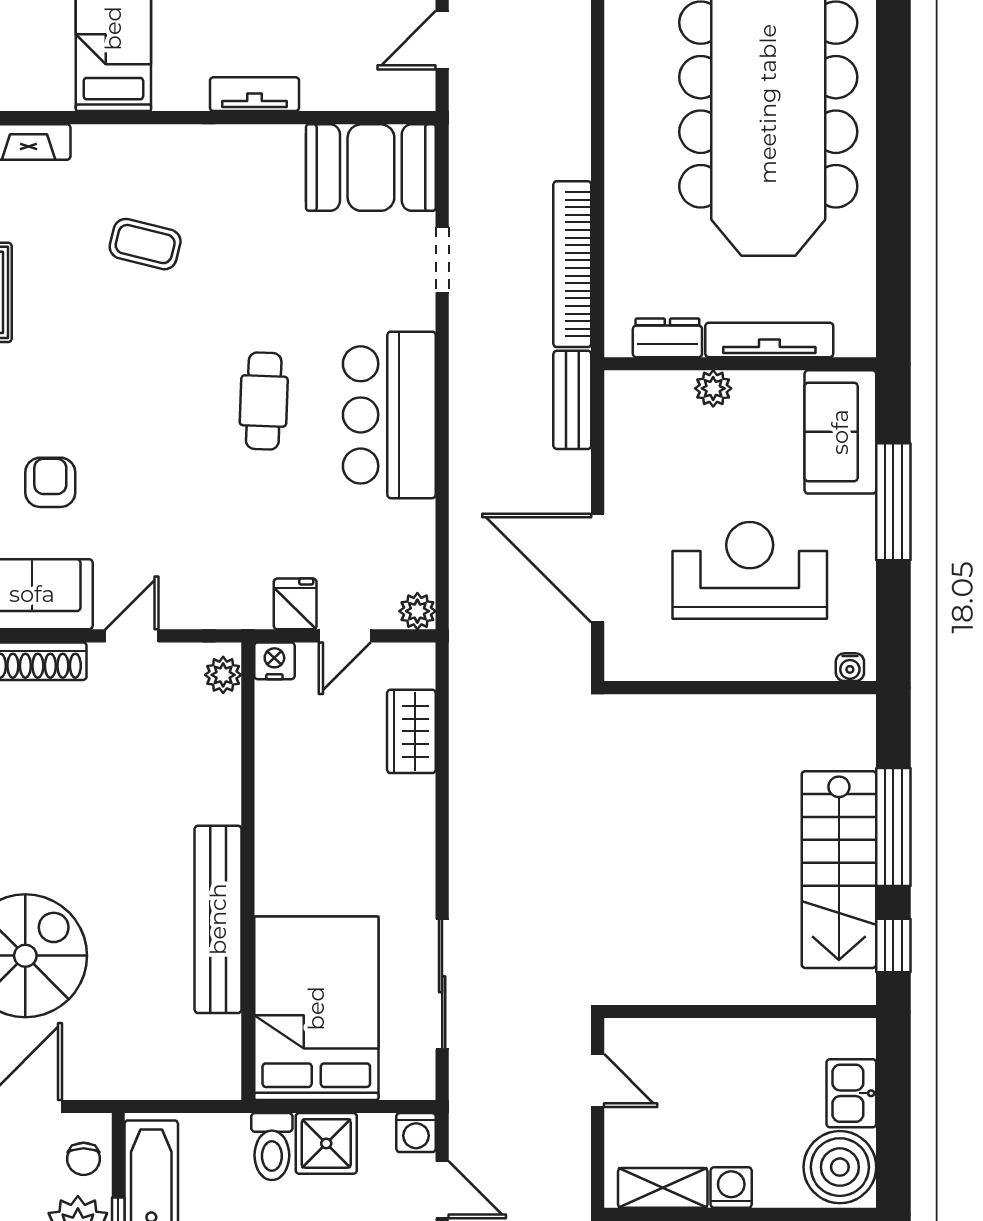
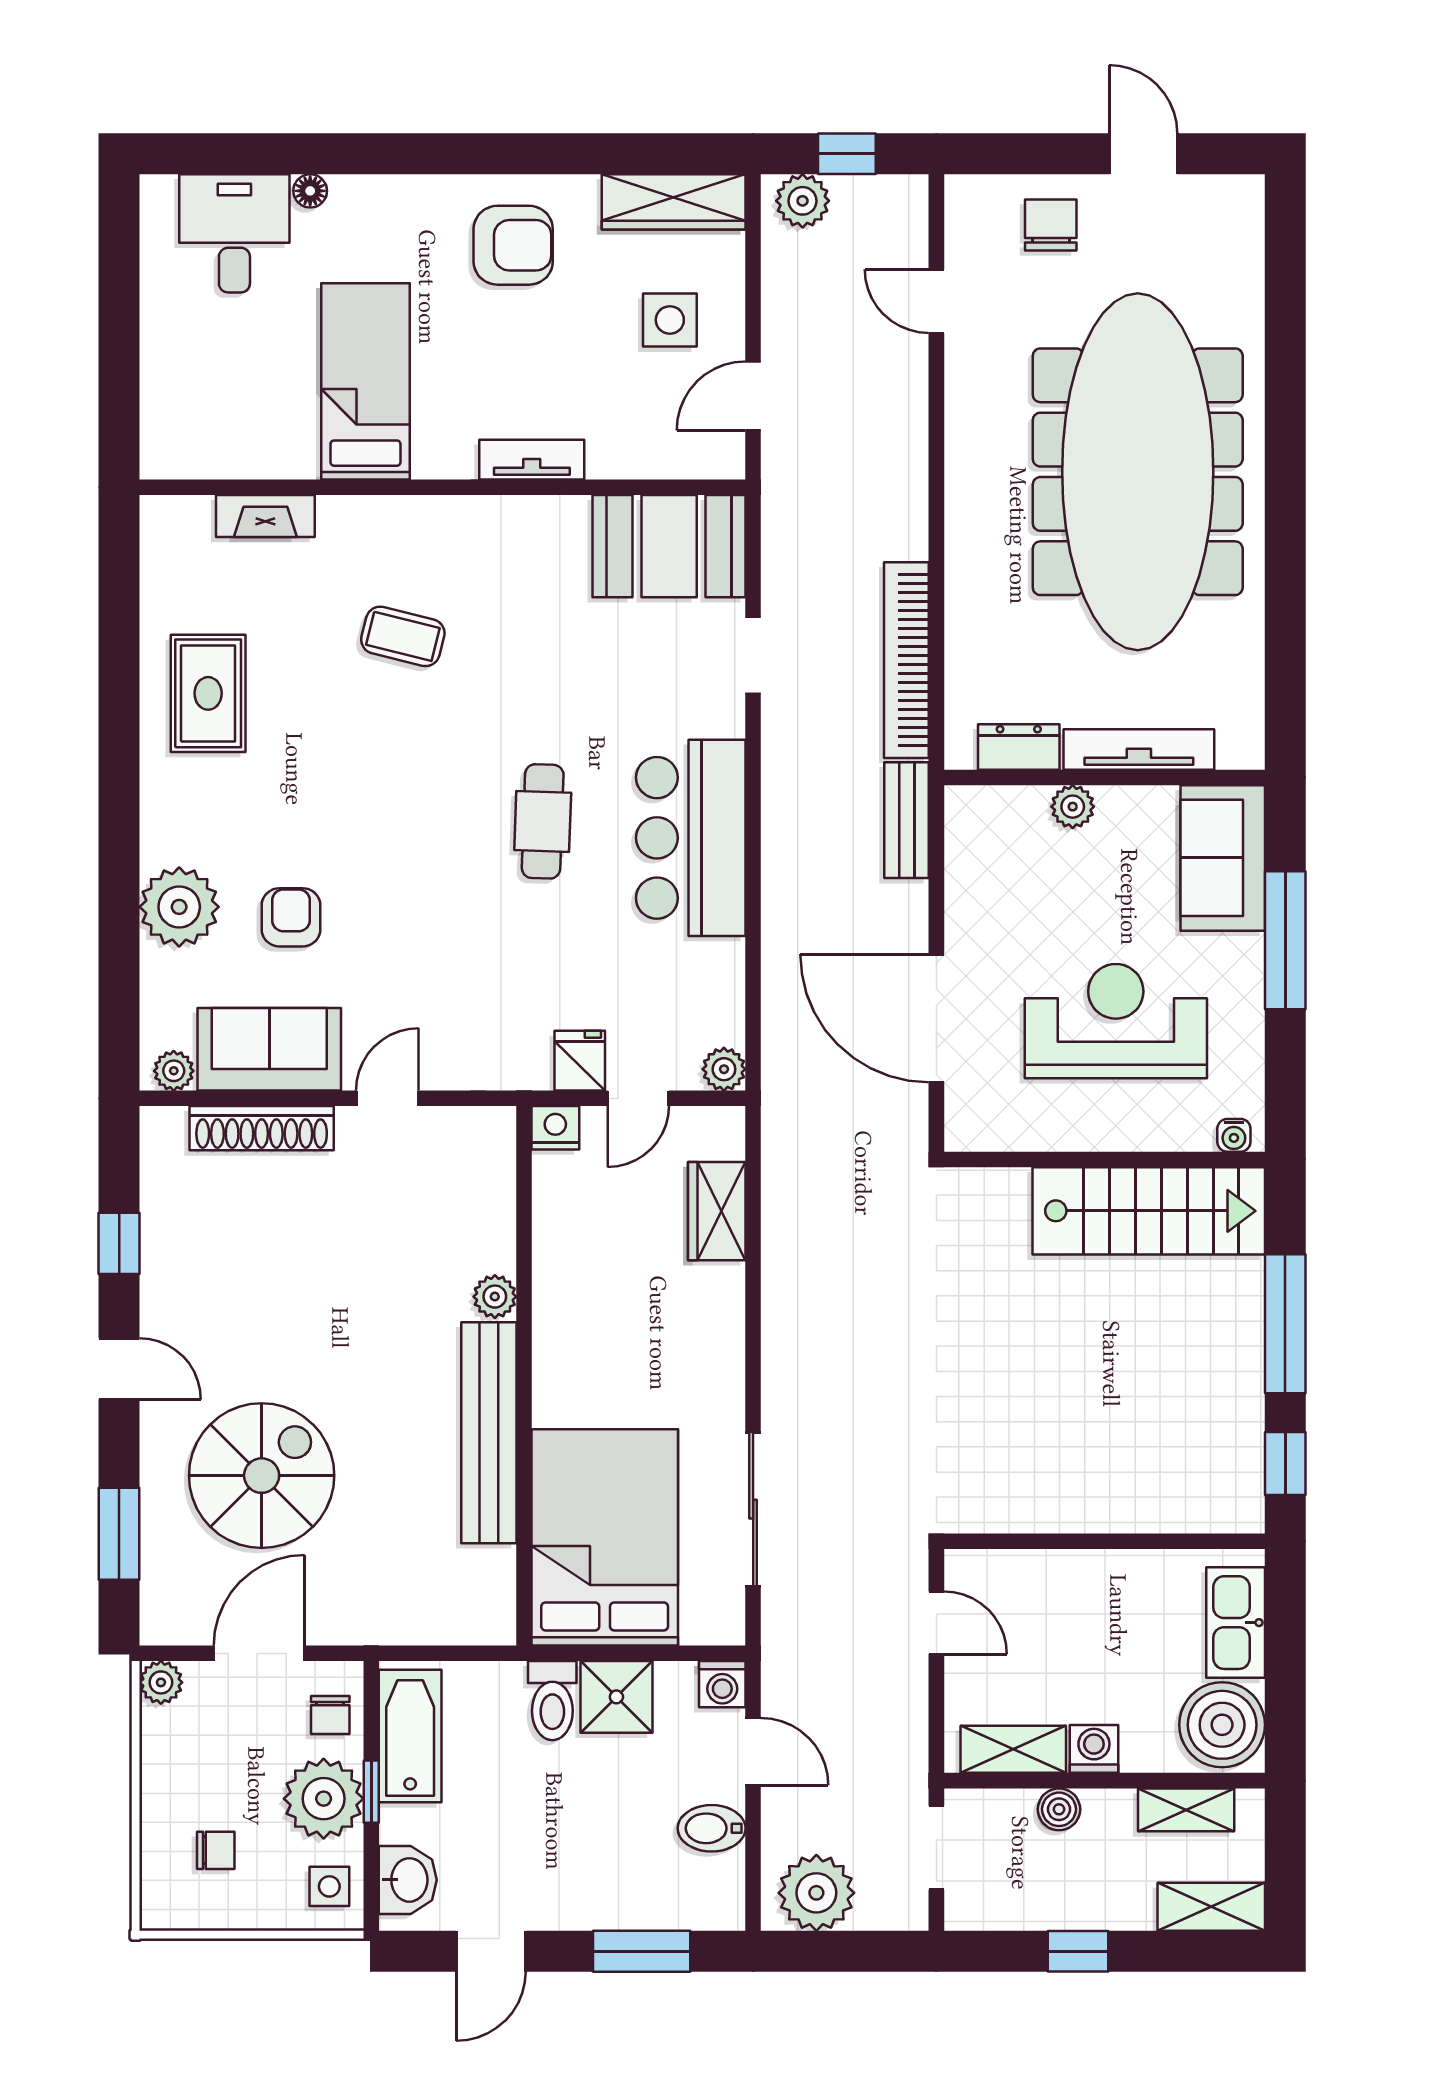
plant: (223, 675) -> (495, 1297), moved
stairs: (839, 870) -> (1149, 1211), moved, turned -90
kitchen sink: (851, 1093) -> (1236, 1623), width x1.38

